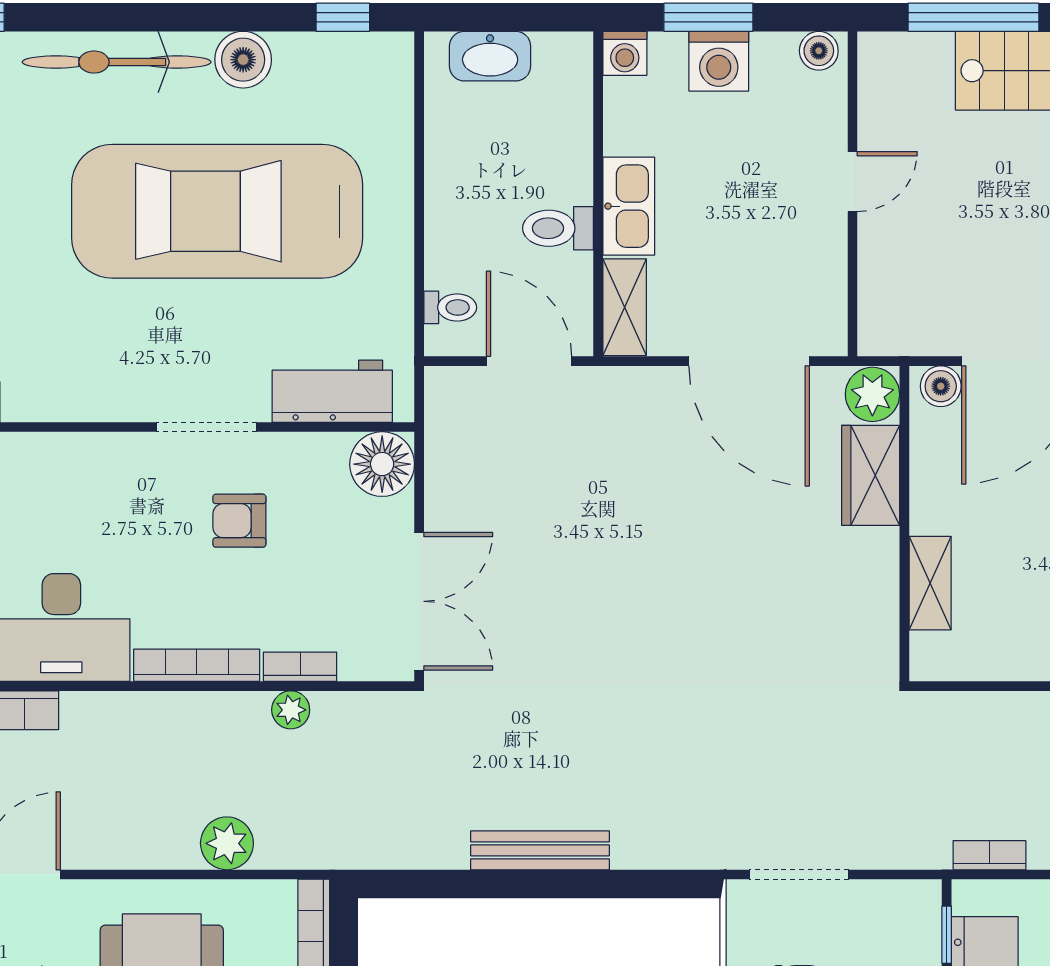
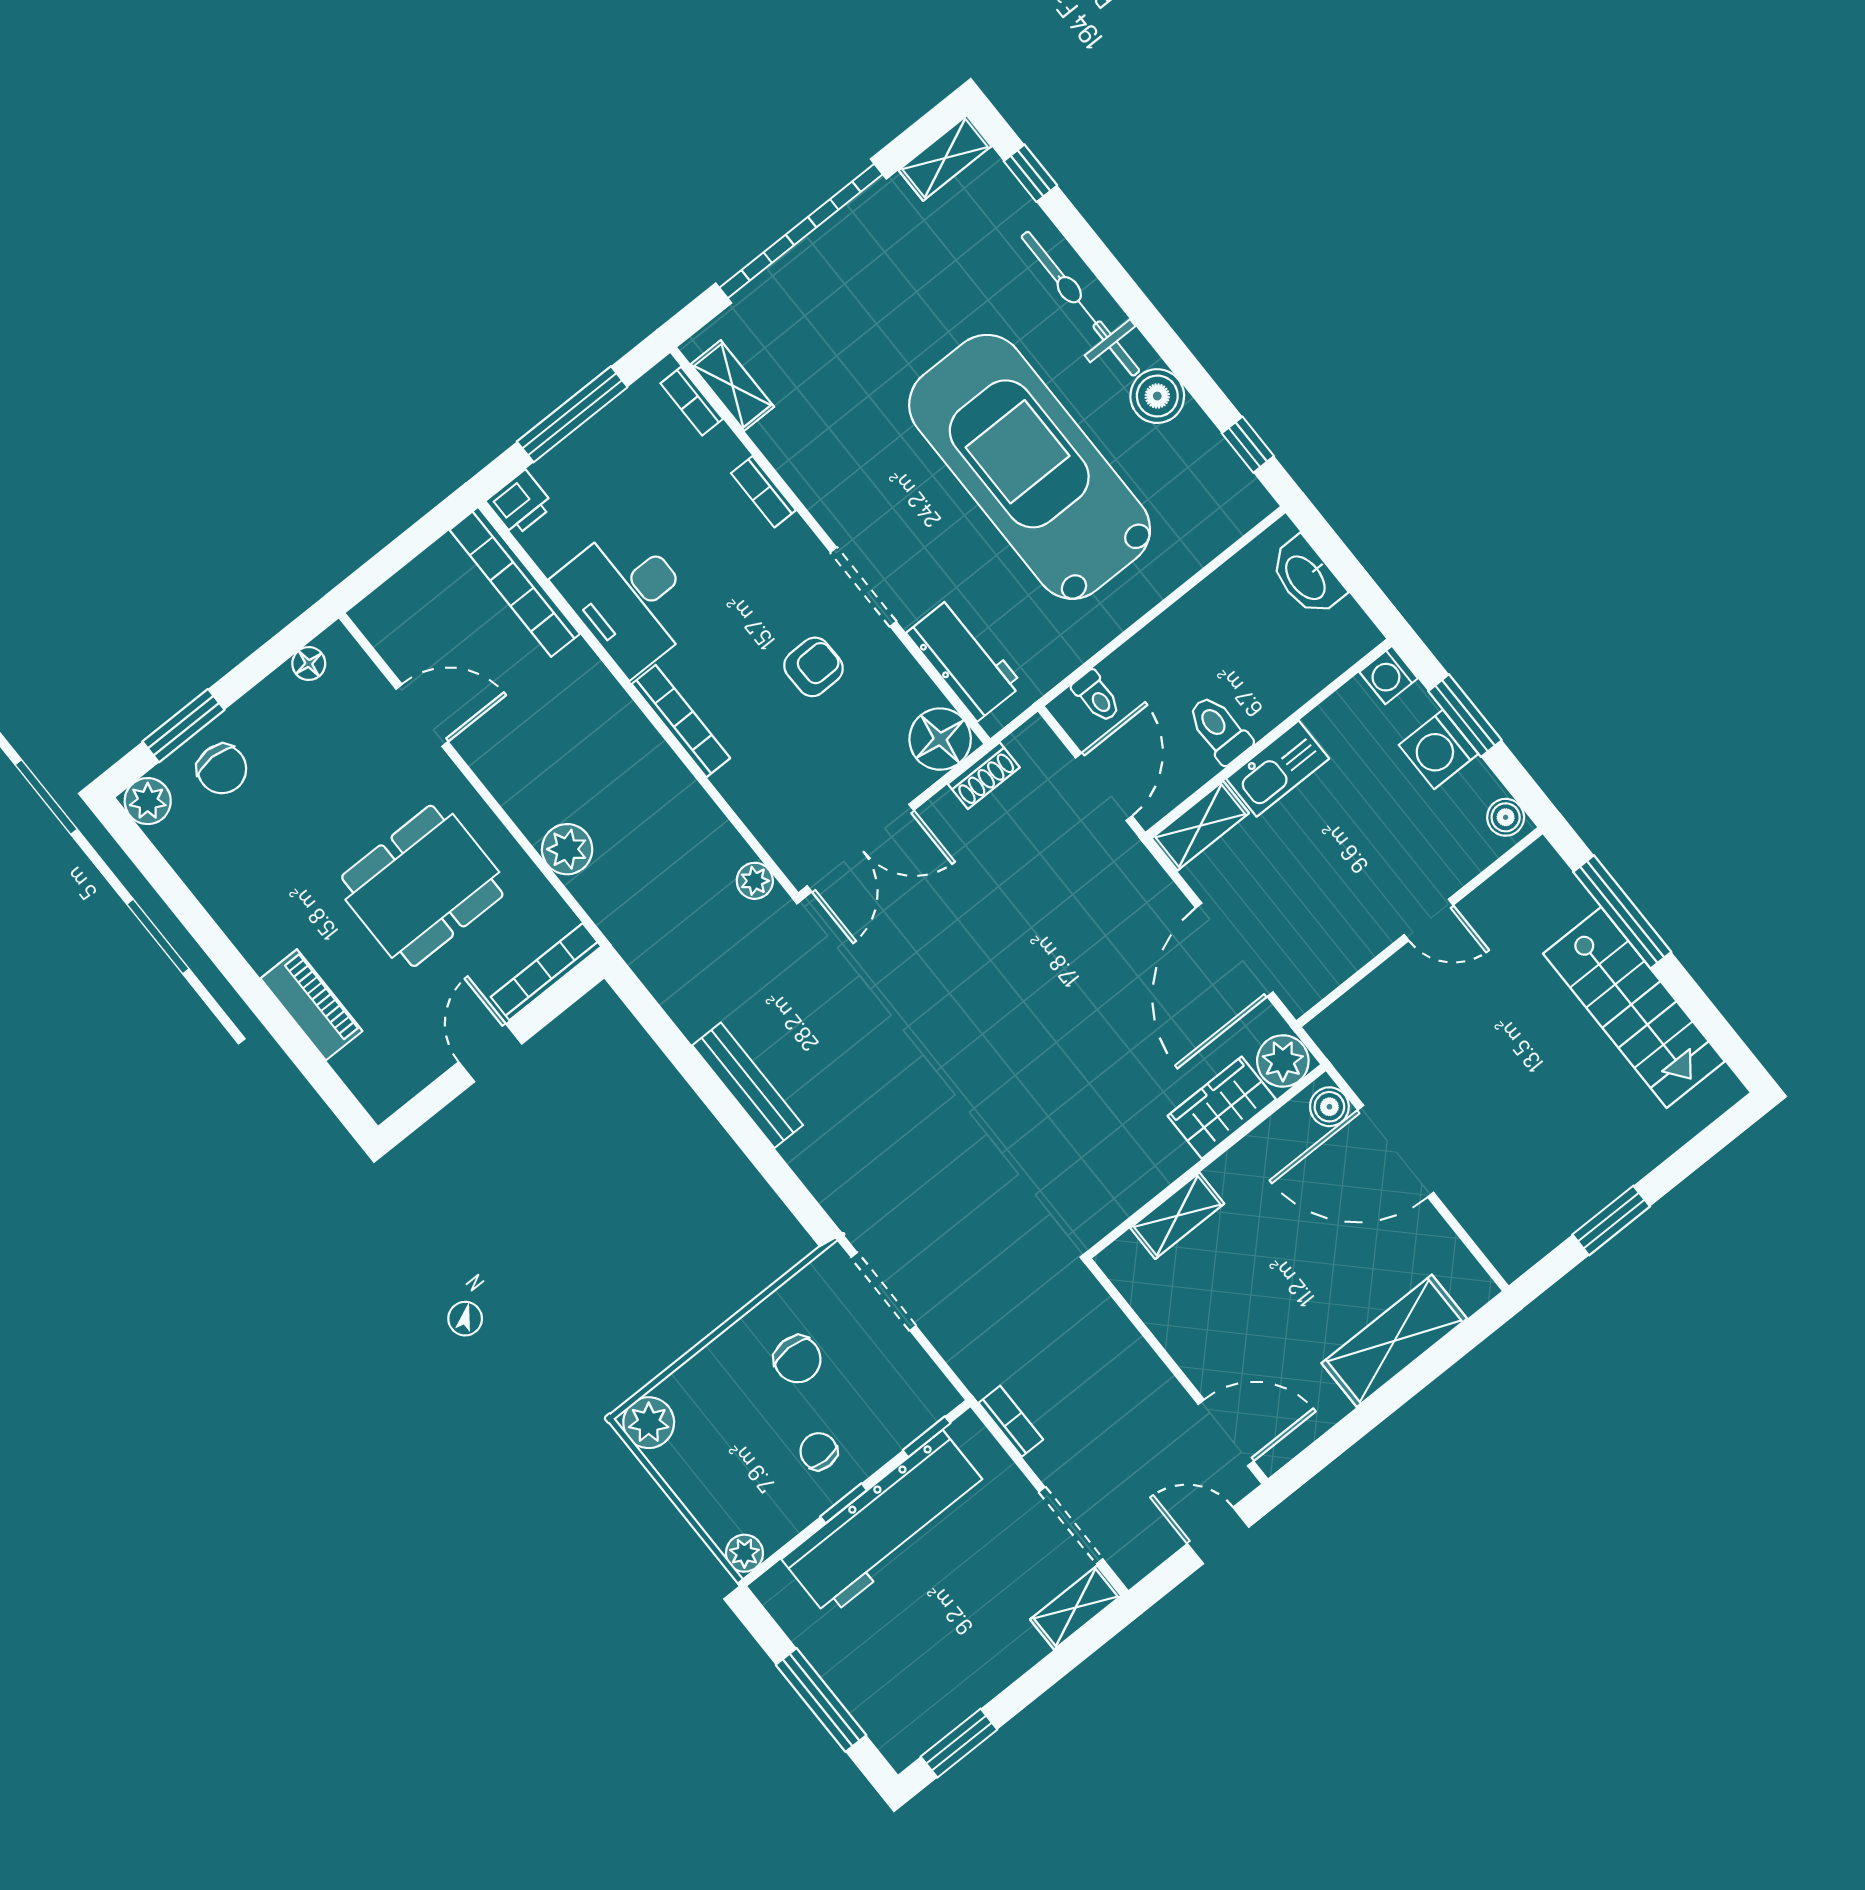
shoe rack: (441, 452) -> (984, 776), added
armchair: (239, 521) -> (814, 667), turned 89
bookcase: (300, 667) -> (764, 492), moved, turned 180
plant: (291, 710) -> (755, 881), moved

